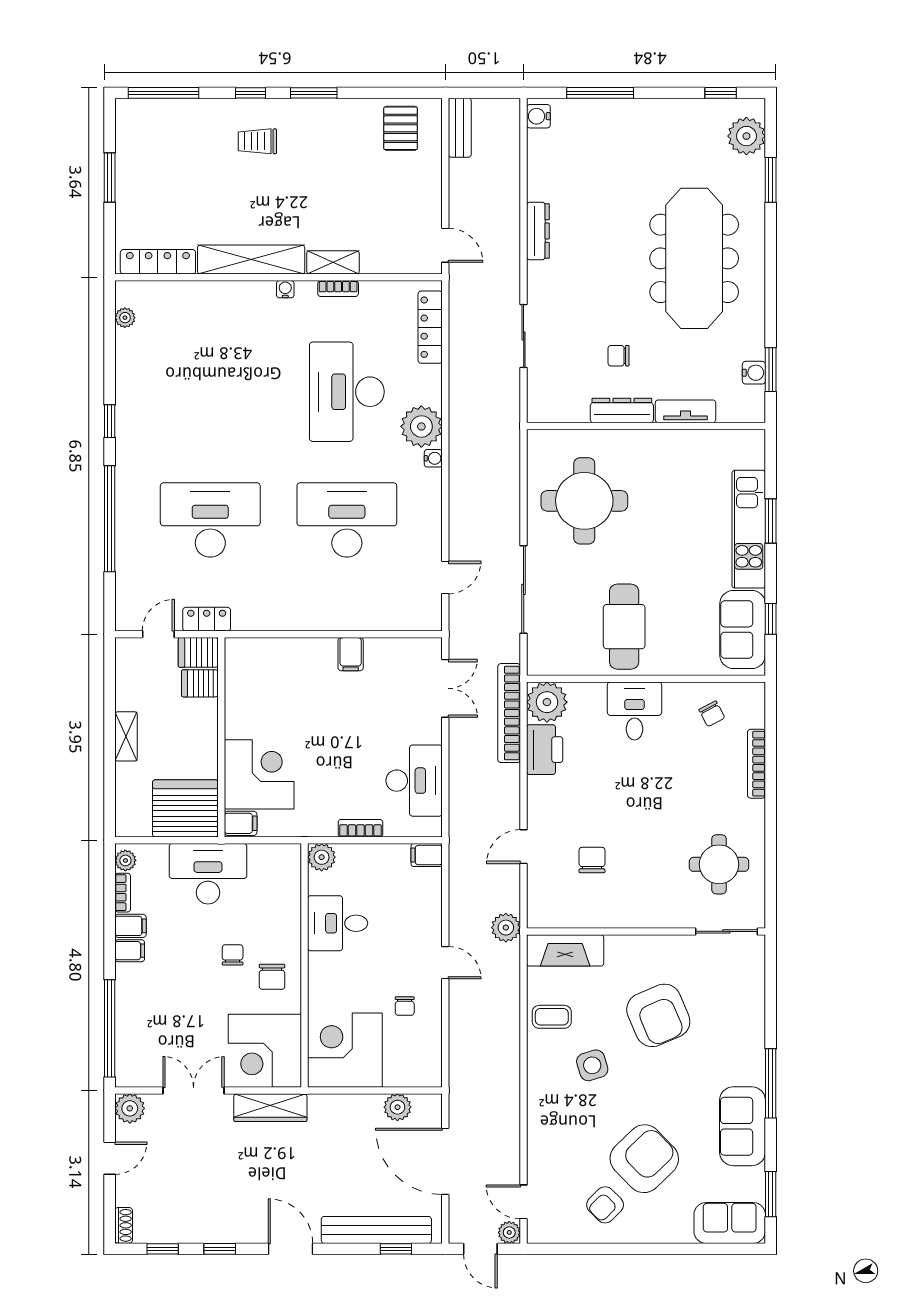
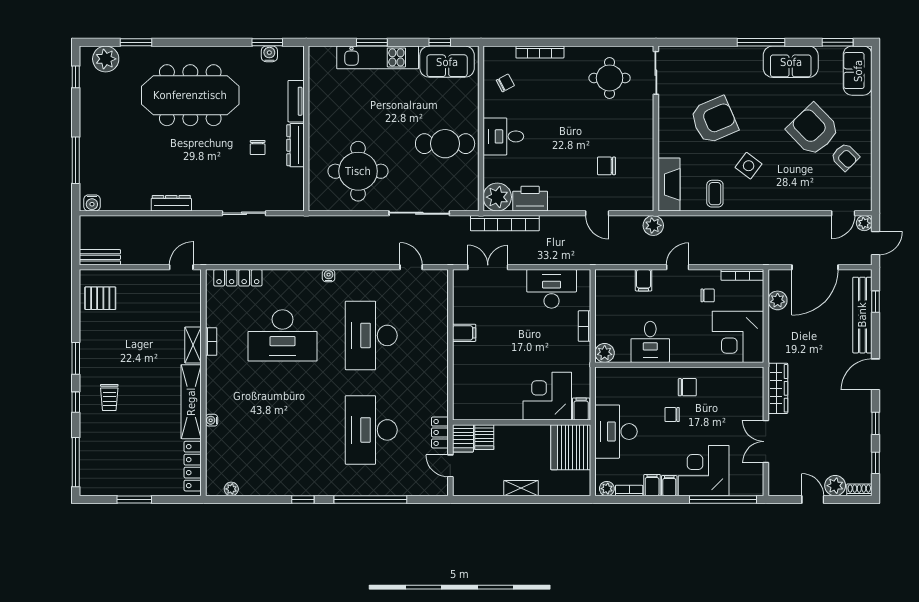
water cooler: (285, 289) -> (212, 420), moved
plant: (421, 426) -> (307, 284), removed
filing cabinet: (427, 855) -> (644, 280), moved
corner desk: (265, 1051) -> (704, 471), moved, turned 180
bookcase: (434, 1056) -> (742, 275), added
side table: (592, 1065) -> (749, 166), turned -36
plant: (130, 1108) -> (835, 486), moved

